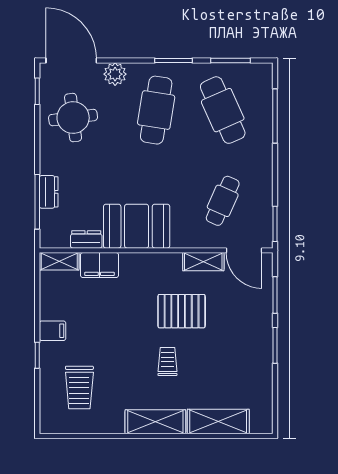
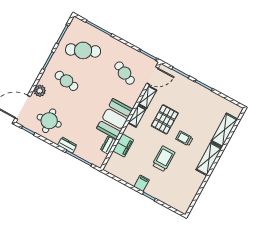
cafe table: (156, 110) -> (66, 81), width x0.73, depth x0.74
dresser: (49, 192) -> (67, 145), moved
shelving: (59, 261) -> (137, 116), moved
trolley: (79, 388) -> (164, 159), moved, turned -90

